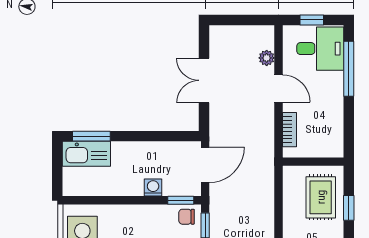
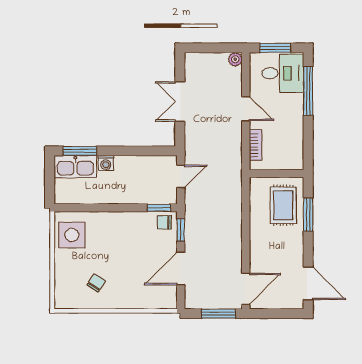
window: (312, 20) -> (275, 48), width x1.50
plant: (267, 58) -> (235, 59), moved
door: (205, 165) -> (181, 176), width x0.73
washing machine: (153, 188) -> (106, 163), moved, turned 180
window: (349, 208) -> (308, 215), width x1.50

